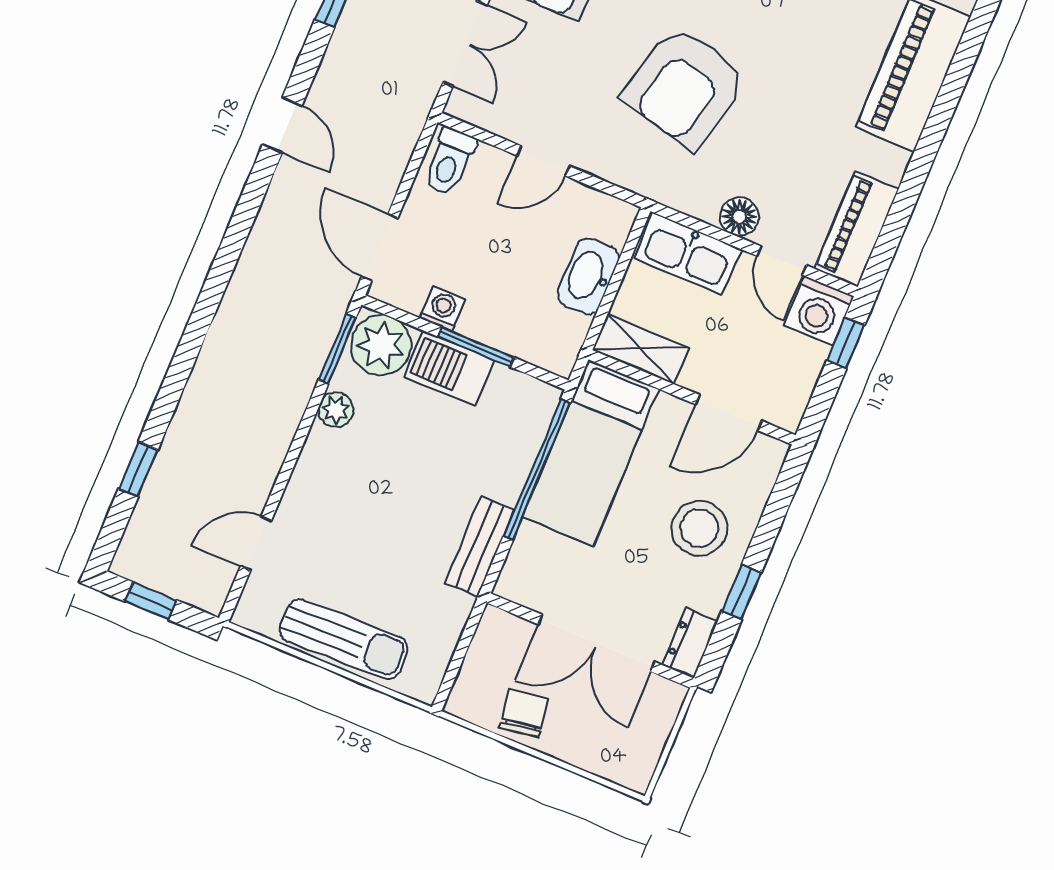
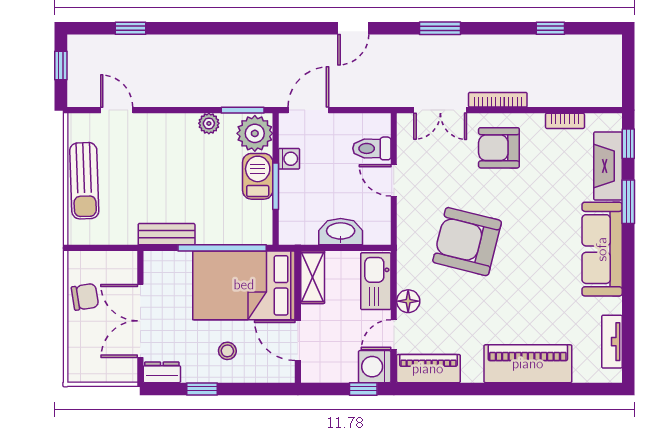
toilet: (449, 161) -> (372, 148), moved
bed: (591, 453) -> (244, 285), width x1.50
stool: (699, 528) -> (227, 351), width x0.53, depth x0.53

